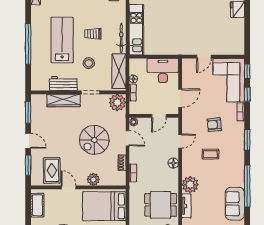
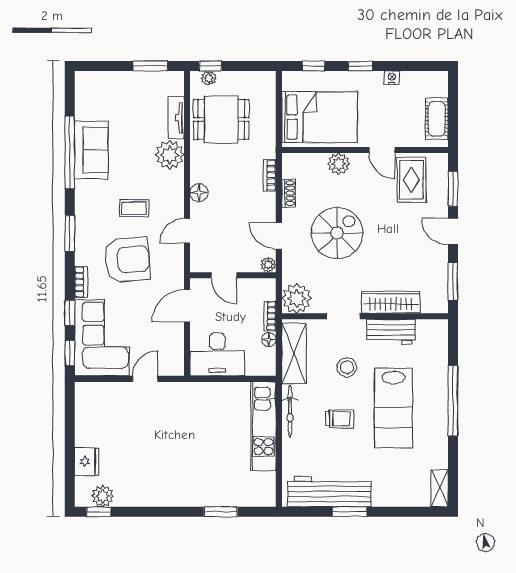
door: (159, 116) -> (224, 275), swing flipped
armchair: (214, 125) -> (127, 260), width x1.88, depth x1.88
sofa: (235, 204) -> (91, 150), moved

